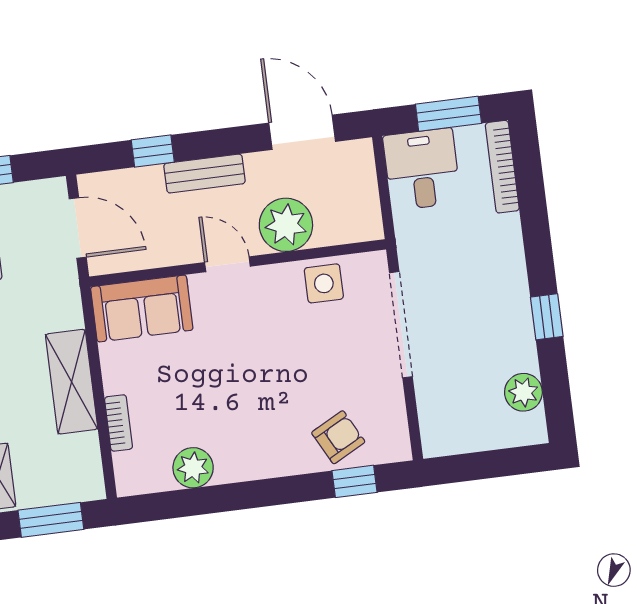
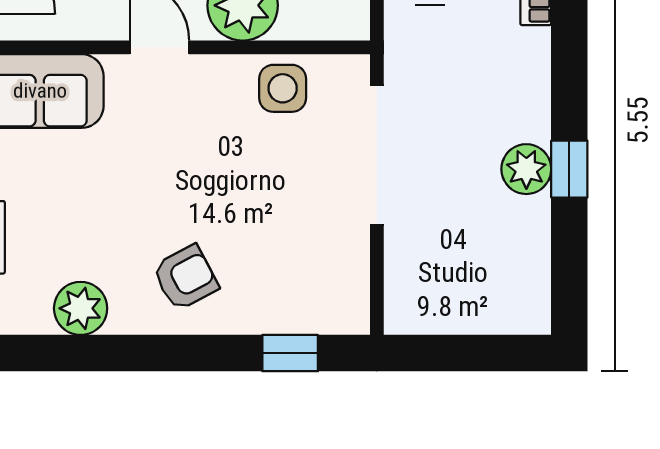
plant: (523, 392) -> (526, 169), moved
armchair: (338, 437) -> (185, 278), moved

